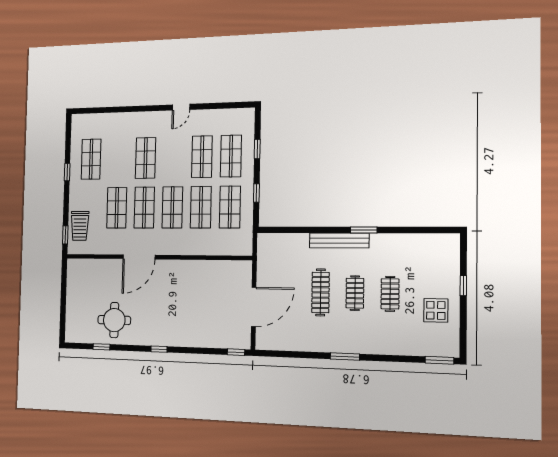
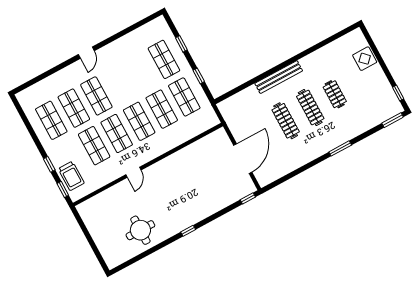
door: (181, 107) -> (86, 53), moved
shop shelf: (202, 157) -> (74, 108), moved
window: (67, 172) -> (49, 164), moved
window: (364, 230) -> (292, 60), removed
door: (139, 257) -> (133, 172), width x0.53
window: (463, 286) -> (398, 93), moved
clothes rail: (355, 293) -> (310, 108), width x1.36
display table: (436, 310) -> (365, 59), moved
window: (101, 347) -> (142, 256), removed
window: (345, 356) -> (340, 148), moved

